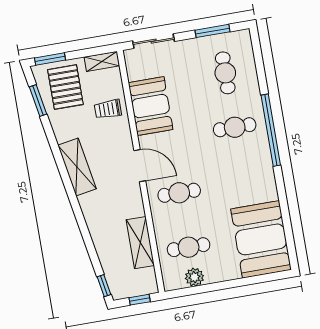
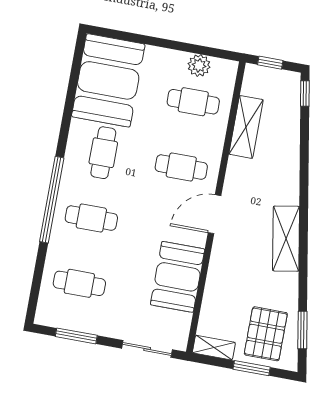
window: (50, 59) -> (252, 368), moved
cafe table: (225, 73) -> (79, 283), turned 90
trolley: (108, 109) -> (227, 291), removed
door: (140, 166) -> (214, 214), hinge flipped
cafe table: (244, 182) -> (103, 153), added

